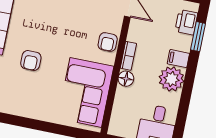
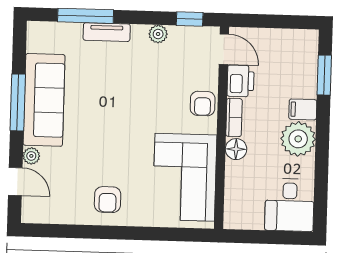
printer: (186, 22) -> (241, 81), moved, turned 180
armchair: (31, 60) -> (108, 200), moved

